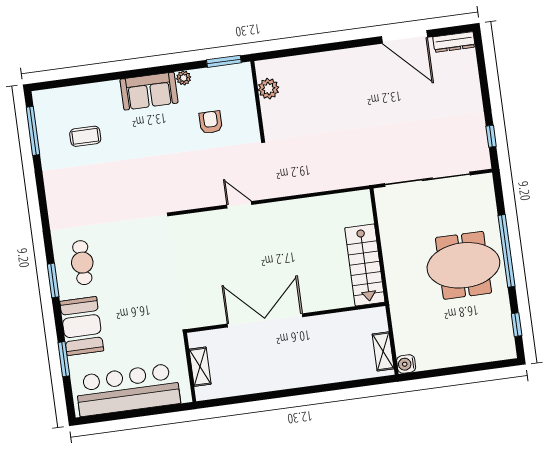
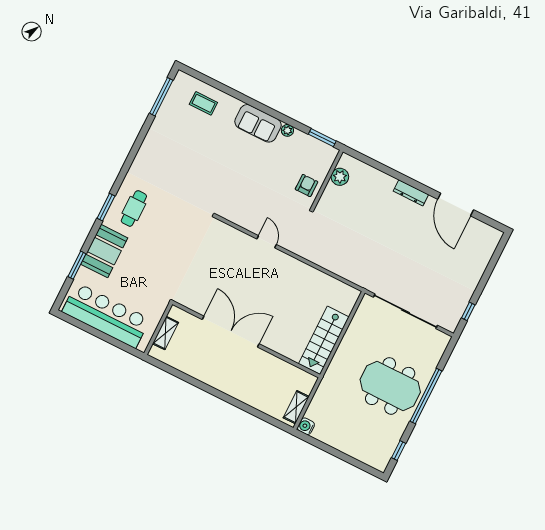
dresser: (454, 42) -> (411, 193), moved
armchair: (211, 122) -> (307, 186), moved
coffee table: (85, 136) -> (203, 103), moved

